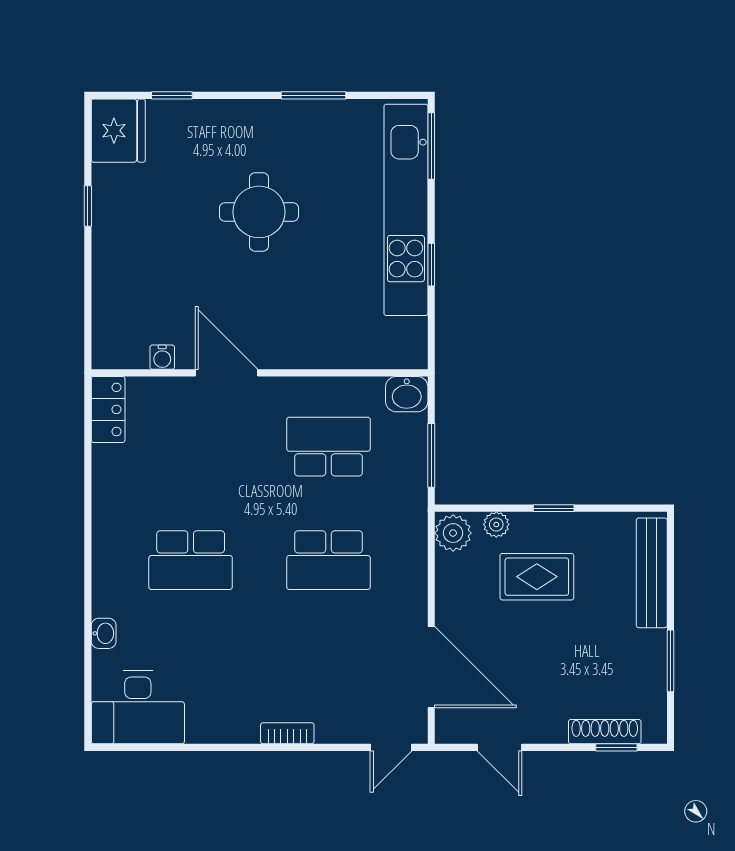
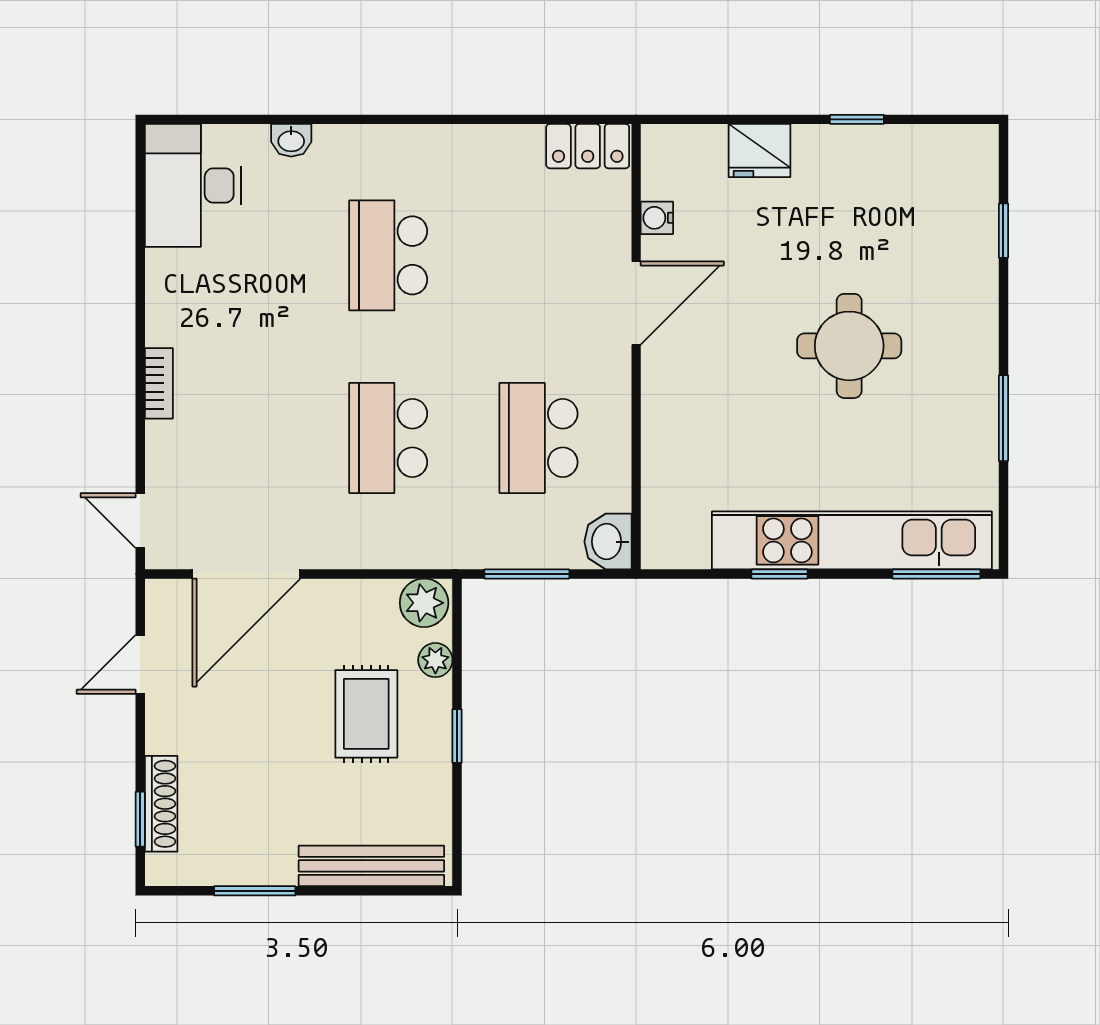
fridge: (118, 131) -> (759, 151), moved, width x0.73, depth x0.75
school desk: (329, 447) -> (539, 438), turned 180

